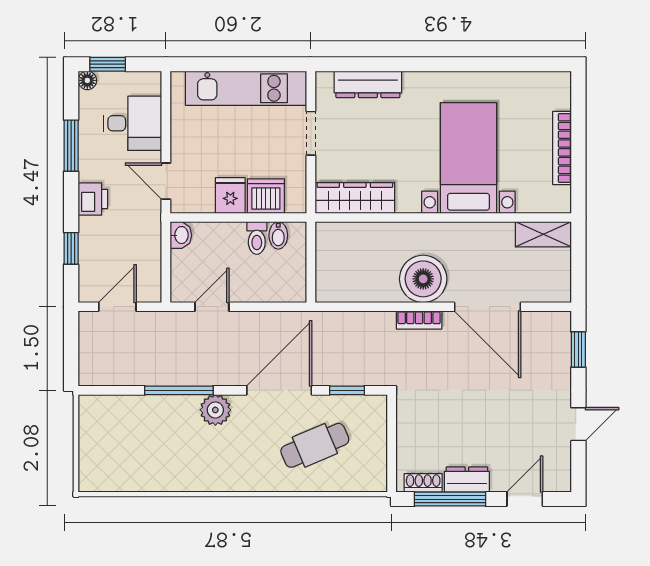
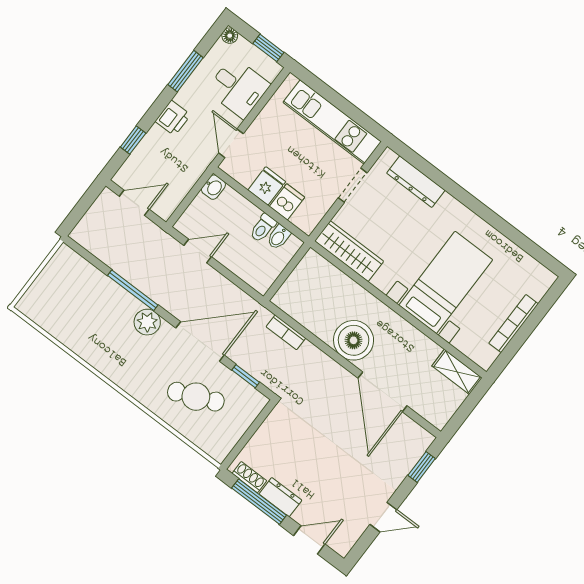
window: (108, 64) -> (268, 48), moved
dishwasher: (266, 196) -> (287, 202), width x0.73
bookcase: (419, 320) -> (286, 332), moved

